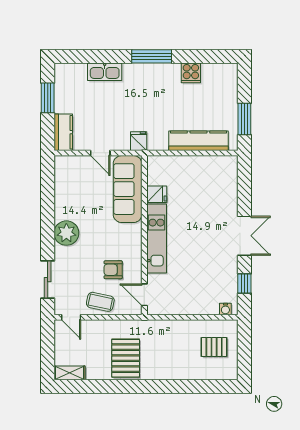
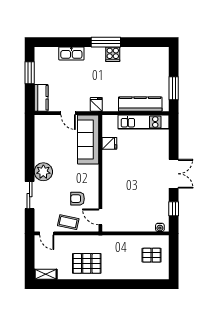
cooker: (191, 73) -> (113, 54), moved
kitchen unit: (157, 238) -> (144, 122), moved, turned 90
sliding door: (48, 280) -> (30, 195), moved
pallet: (126, 358) -> (87, 263), turned 90

